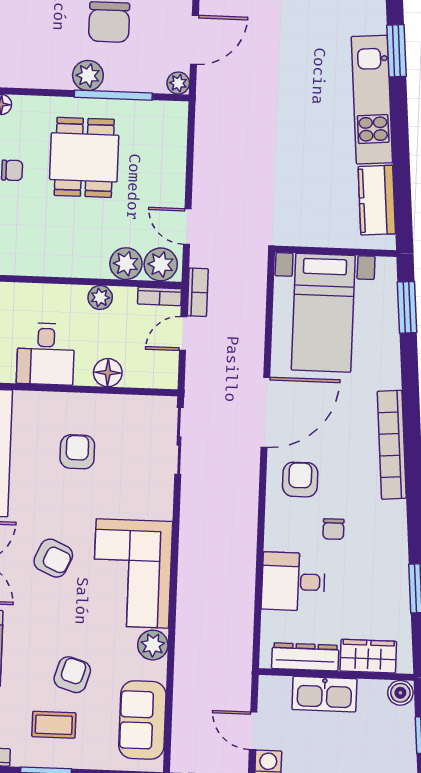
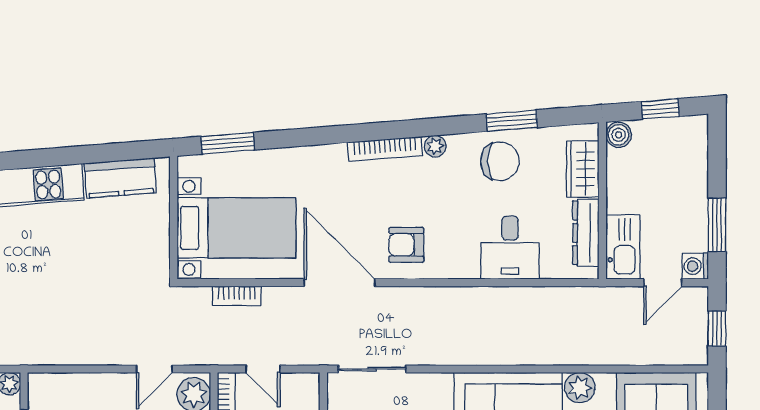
bookcase: (198, 292) -> (237, 296), moved, turned 180
bookcase: (392, 445) -> (385, 149), width x0.68, depth x0.76
plant: (396, 512) -> (435, 146), added
chair: (333, 529) -> (500, 161), moved, width x1.87, depth x1.87
kitchen sink: (324, 694) -> (623, 247), moved

